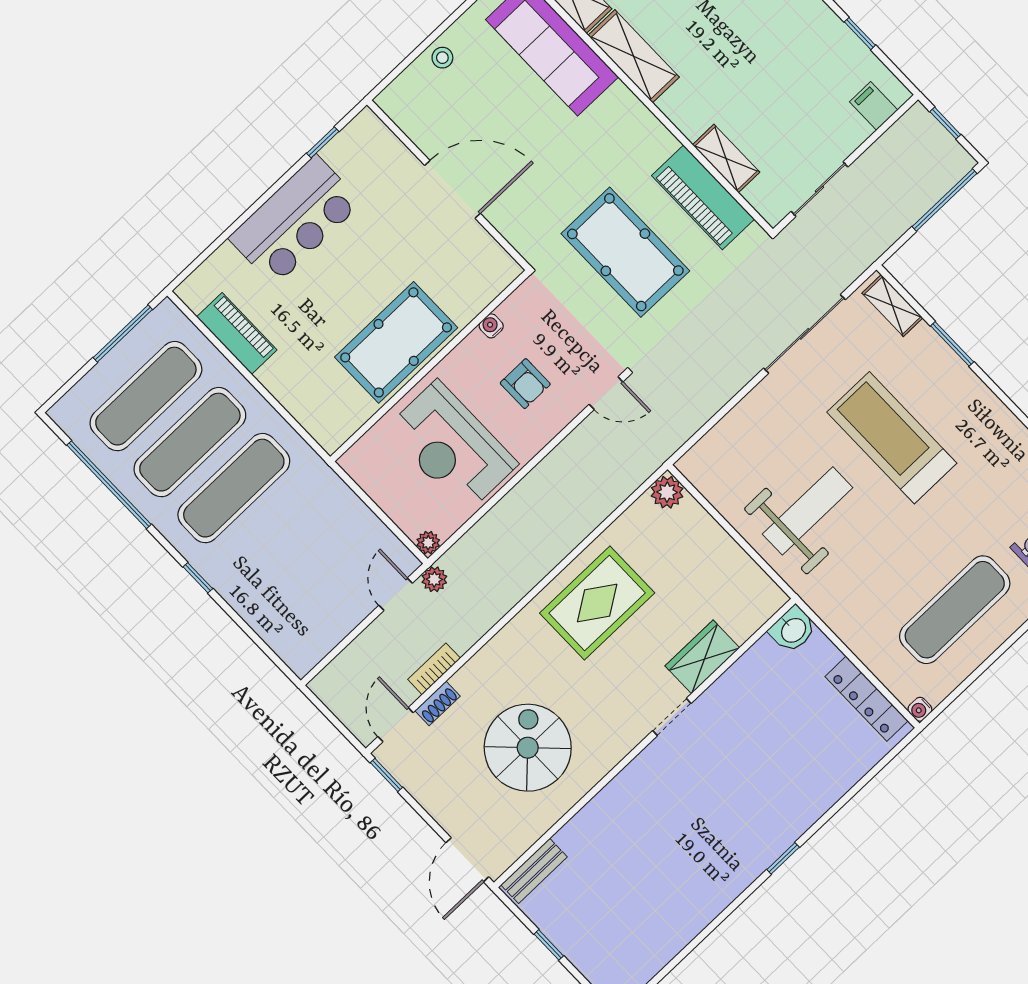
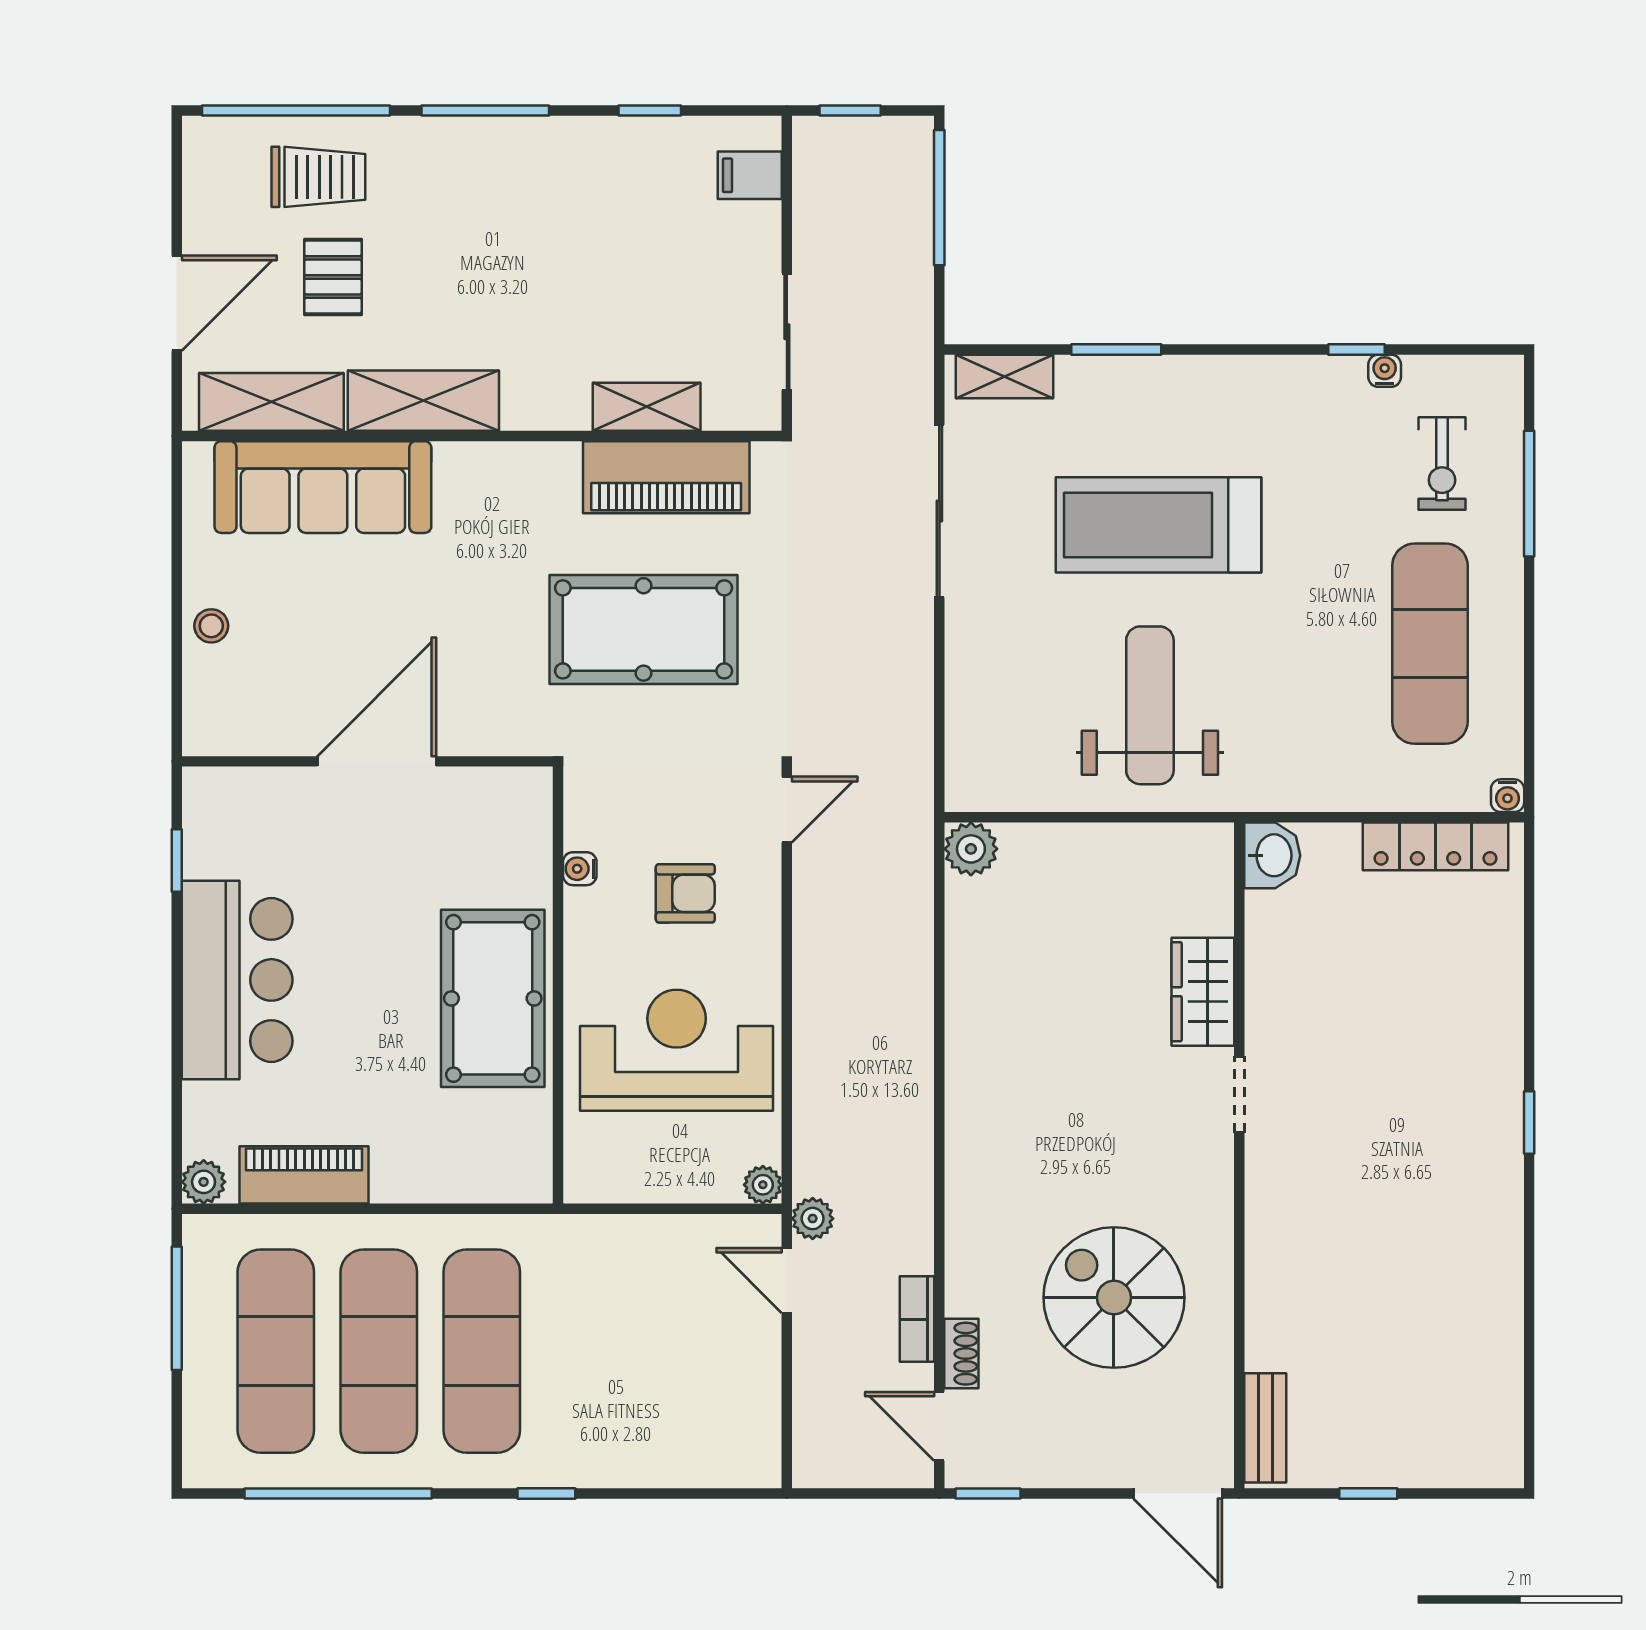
plant: (191, 292) -> (204, 1182), added
reception desk: (451, 447) -> (677, 1050), turned 180
rug: (597, 603) -> (1022, 1055), removed

